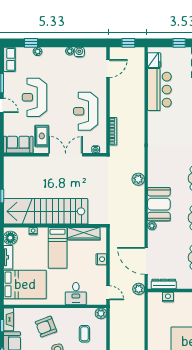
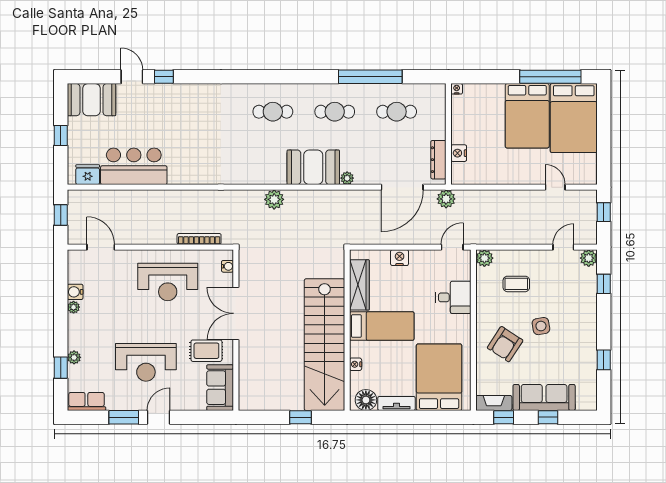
armchair: (46, 327) -> (505, 344), turned 54

